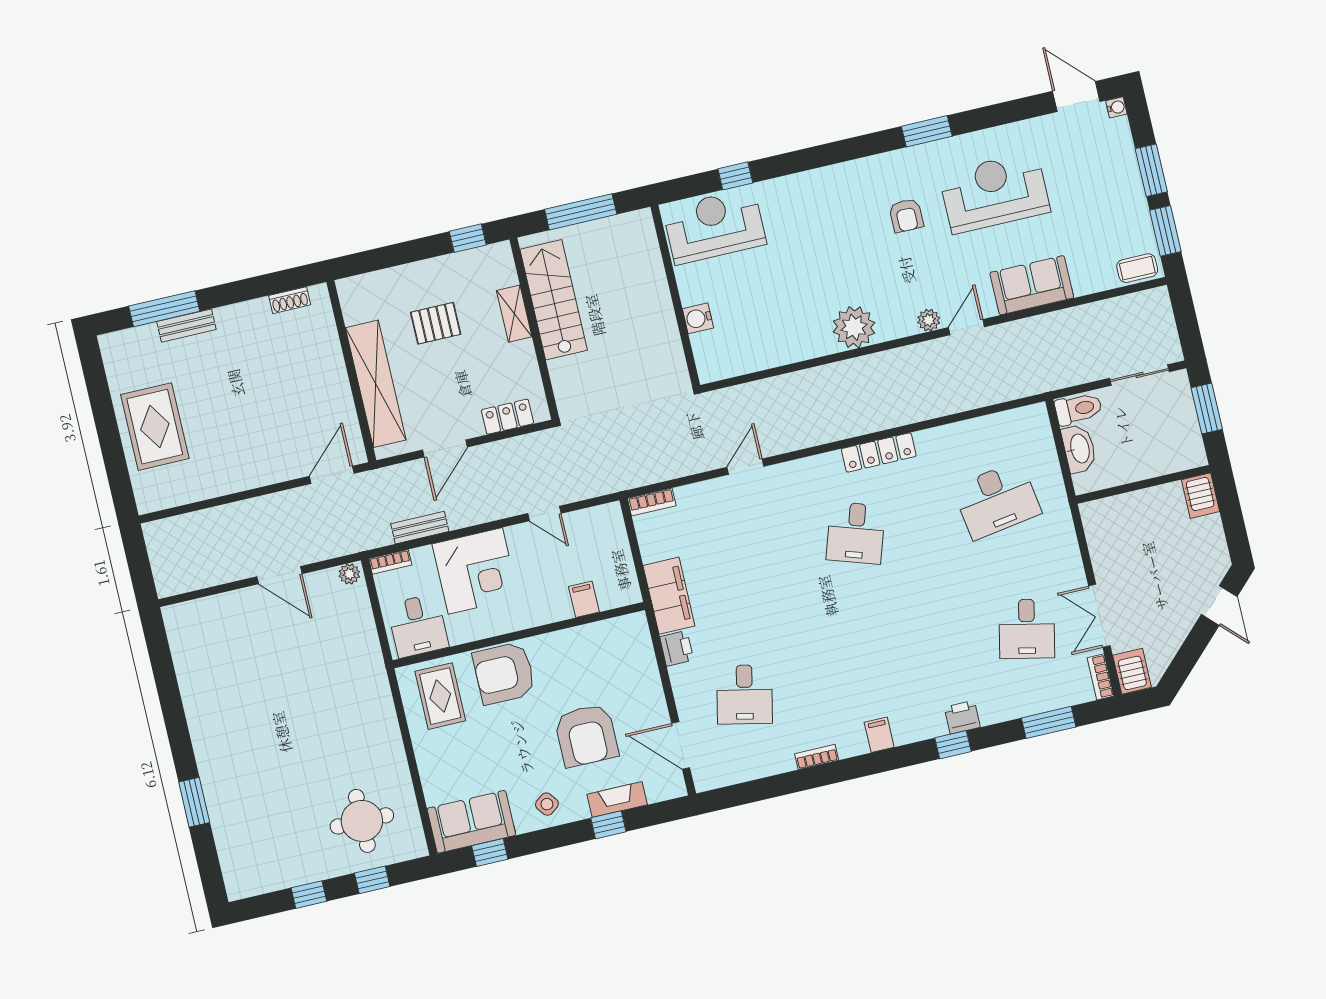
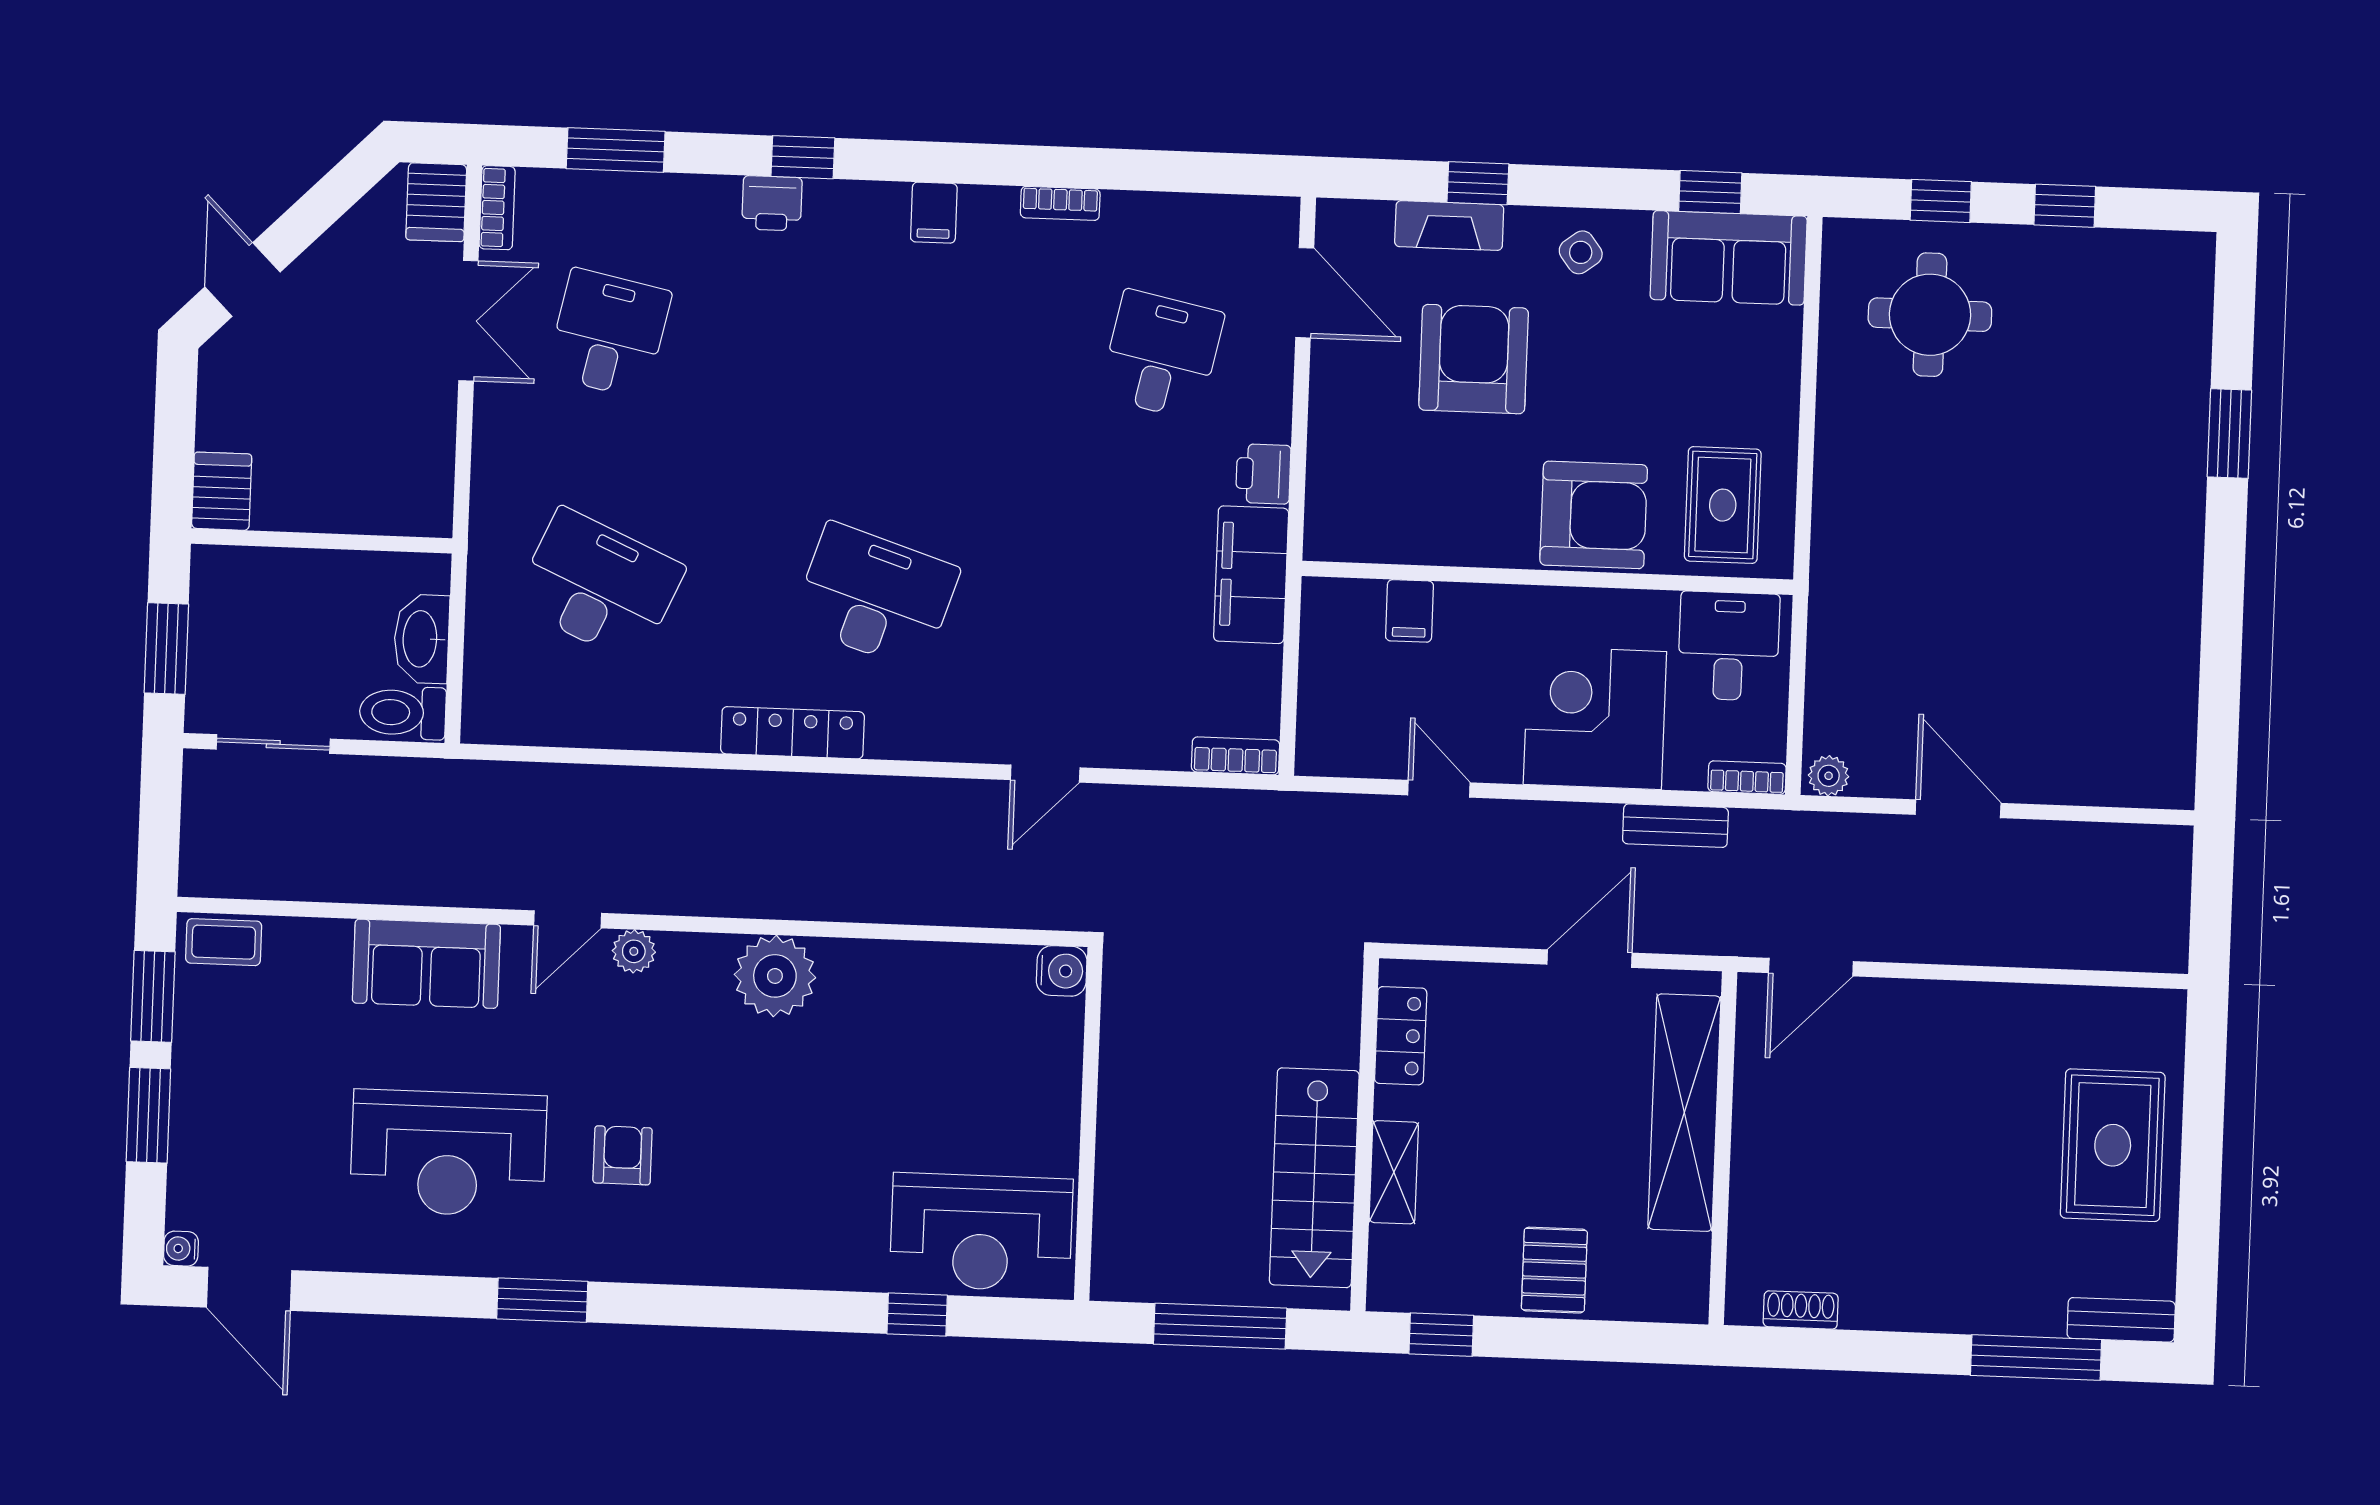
water cooler: (698, 318) -> (1062, 971), moved
pallet: (436, 323) -> (1554, 1270), moved, turned 90
bench: (186, 326) -> (2121, 1320), moved
locker: (507, 417) -> (1401, 1036), moved, turned -90
desk: (997, 500) -> (599, 586), turned 33
desk: (856, 533) -> (875, 596), width x1.37

